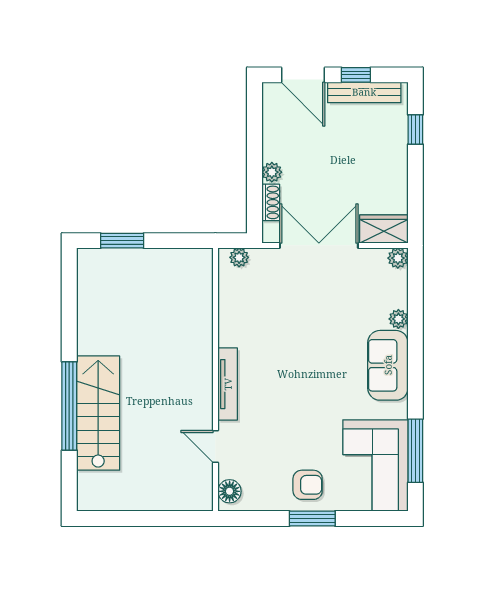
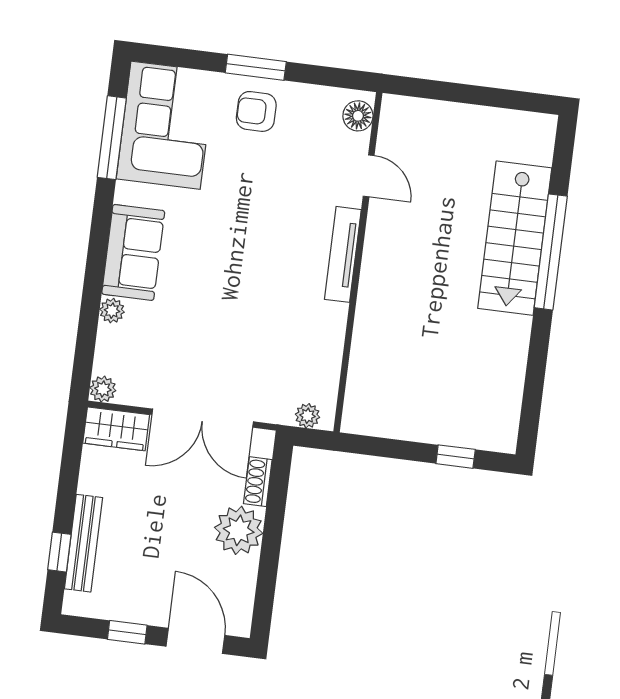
bench: (364, 92) -> (83, 543), moved, turned 90
plant: (272, 172) -> (239, 530), width x1.88, depth x1.88
window: (122, 241) -> (456, 457), width x0.67

